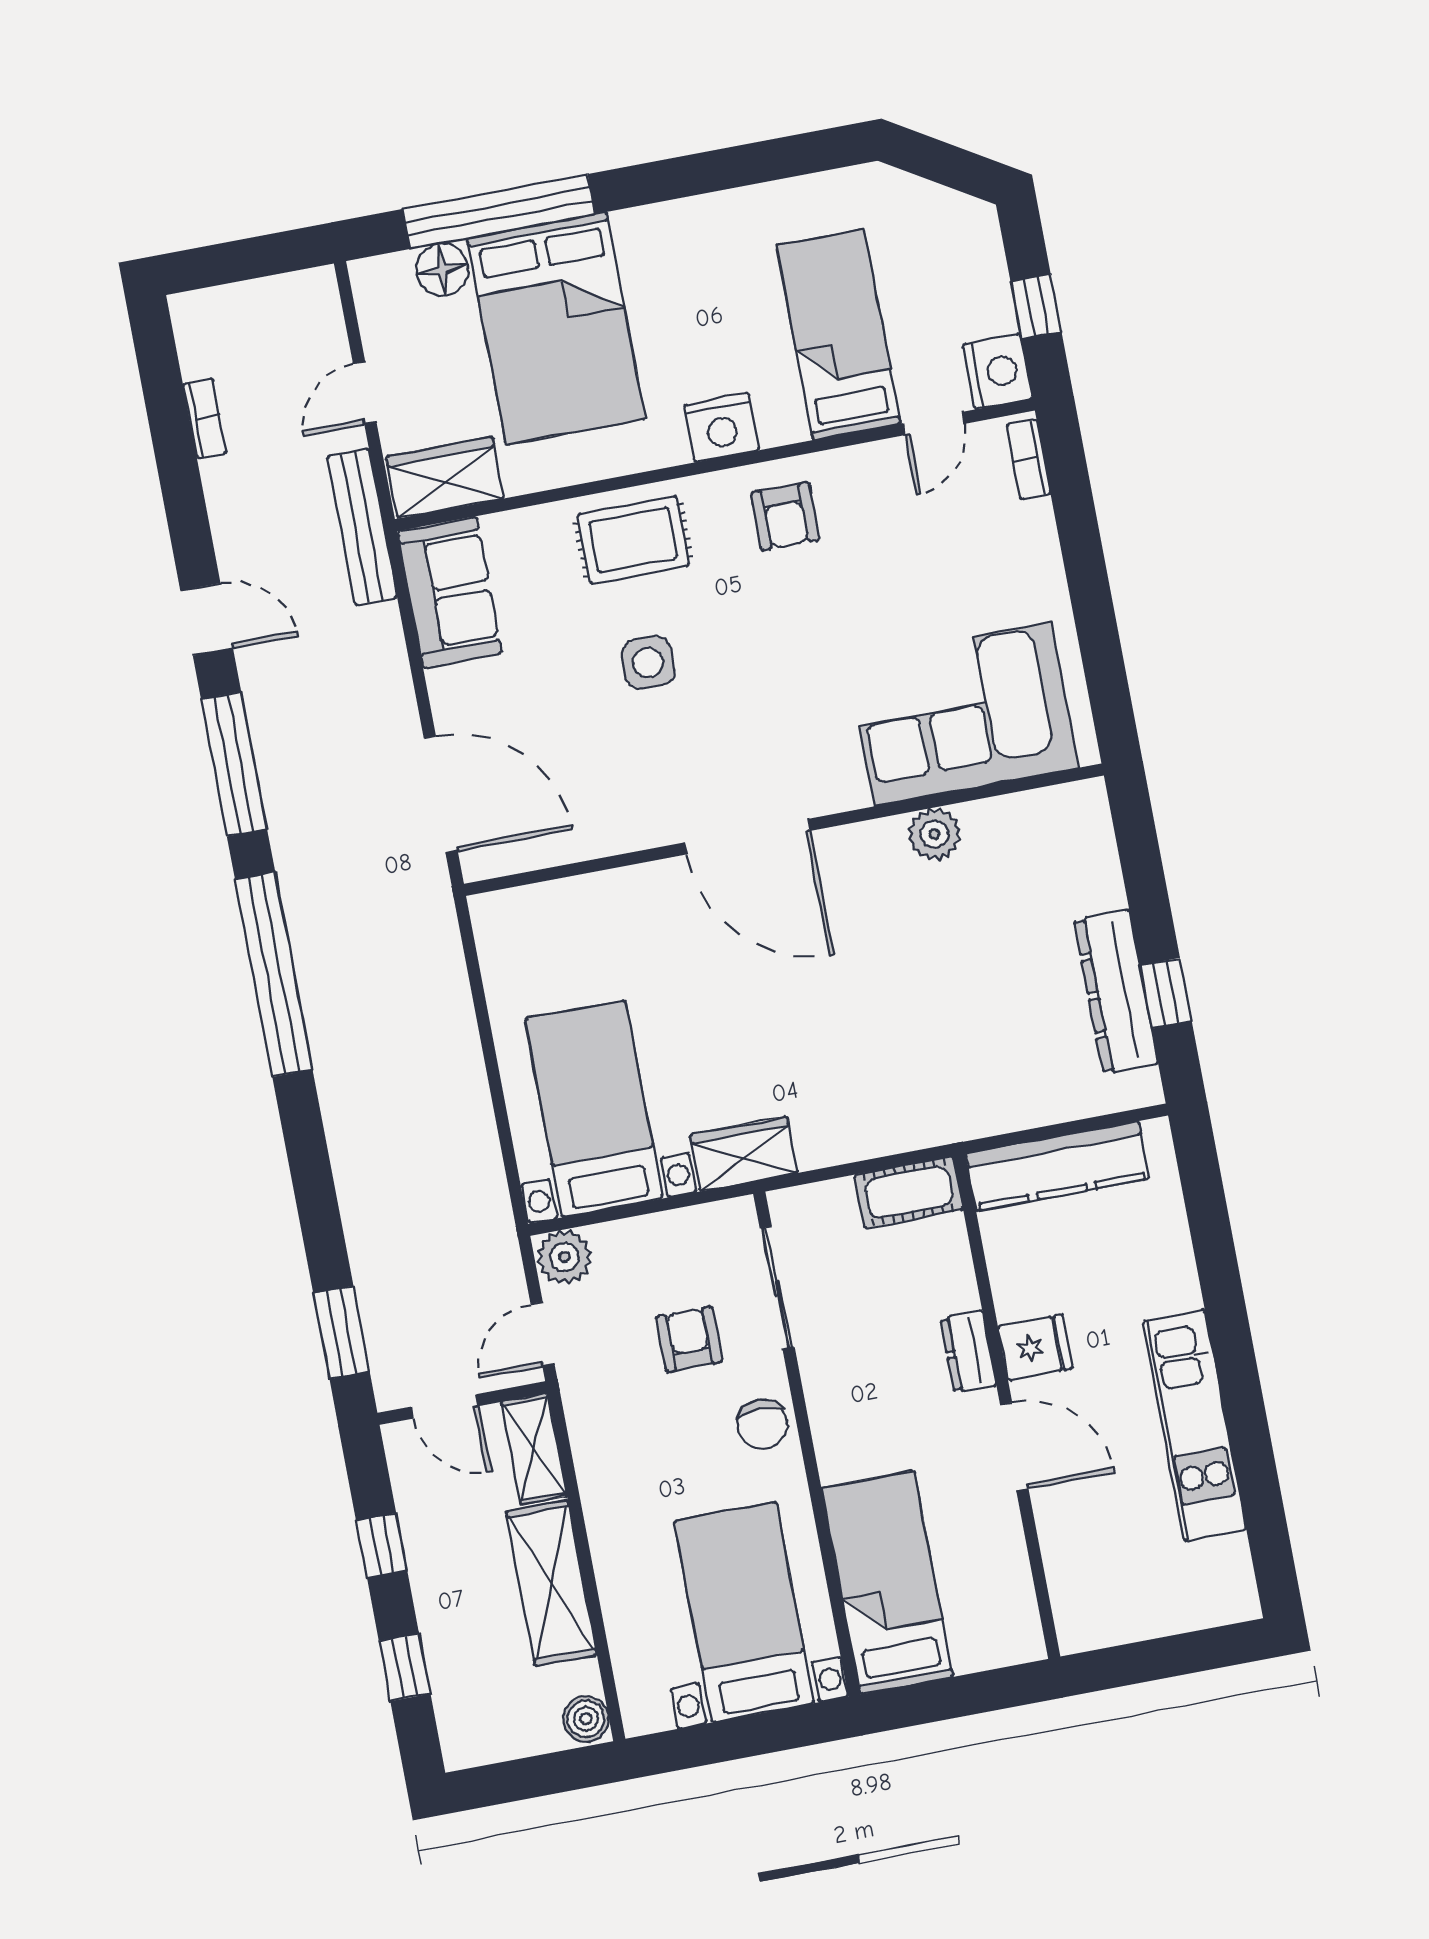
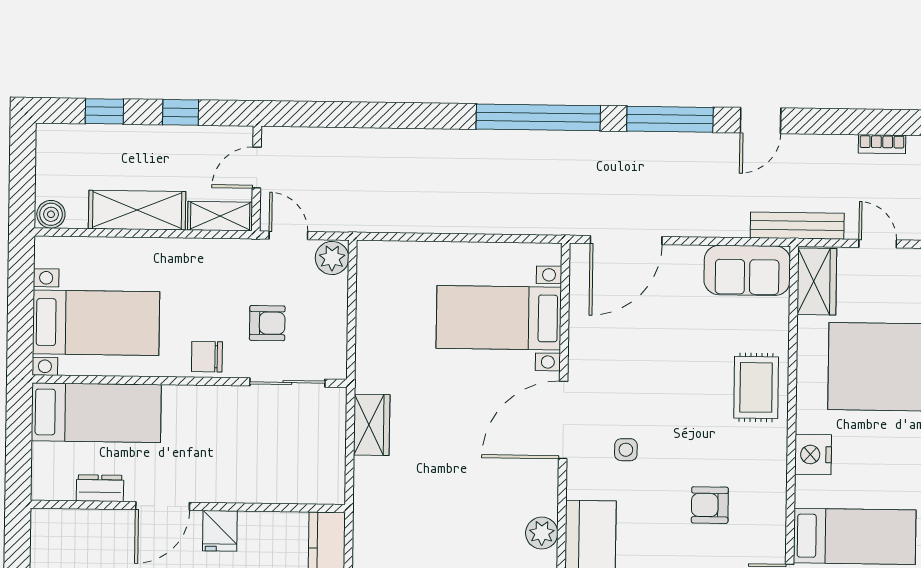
armchair: (785, 516) -> (710, 505), moved
side table: (648, 663) -> (626, 450), moved, width x0.73, depth x0.73
bed with nightstands: (594, 1109) -> (499, 318), moved, turned 180
wardrobe: (744, 1154) -> (372, 425), moved
cot: (909, 1192) -> (329, 474), removed
window: (341, 1333) -> (314, 114), removed
dresser: (968, 1352) -> (100, 488), moved

